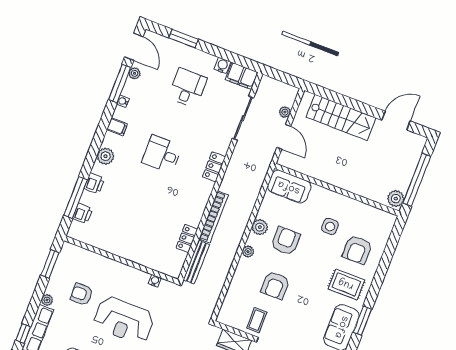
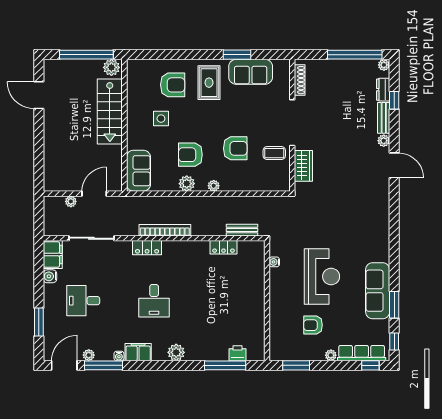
stairs: (341, 117) -> (110, 112), moved, turned 180
filing cabinet: (117, 127) -> (138, 352), width x2.00
printer: (94, 183) -> (205, 353), removed
bookcase: (214, 217) -> (165, 230), moved
bench: (196, 262) -> (242, 230), width x0.73
armchair: (82, 294) -> (313, 325), turned 90

